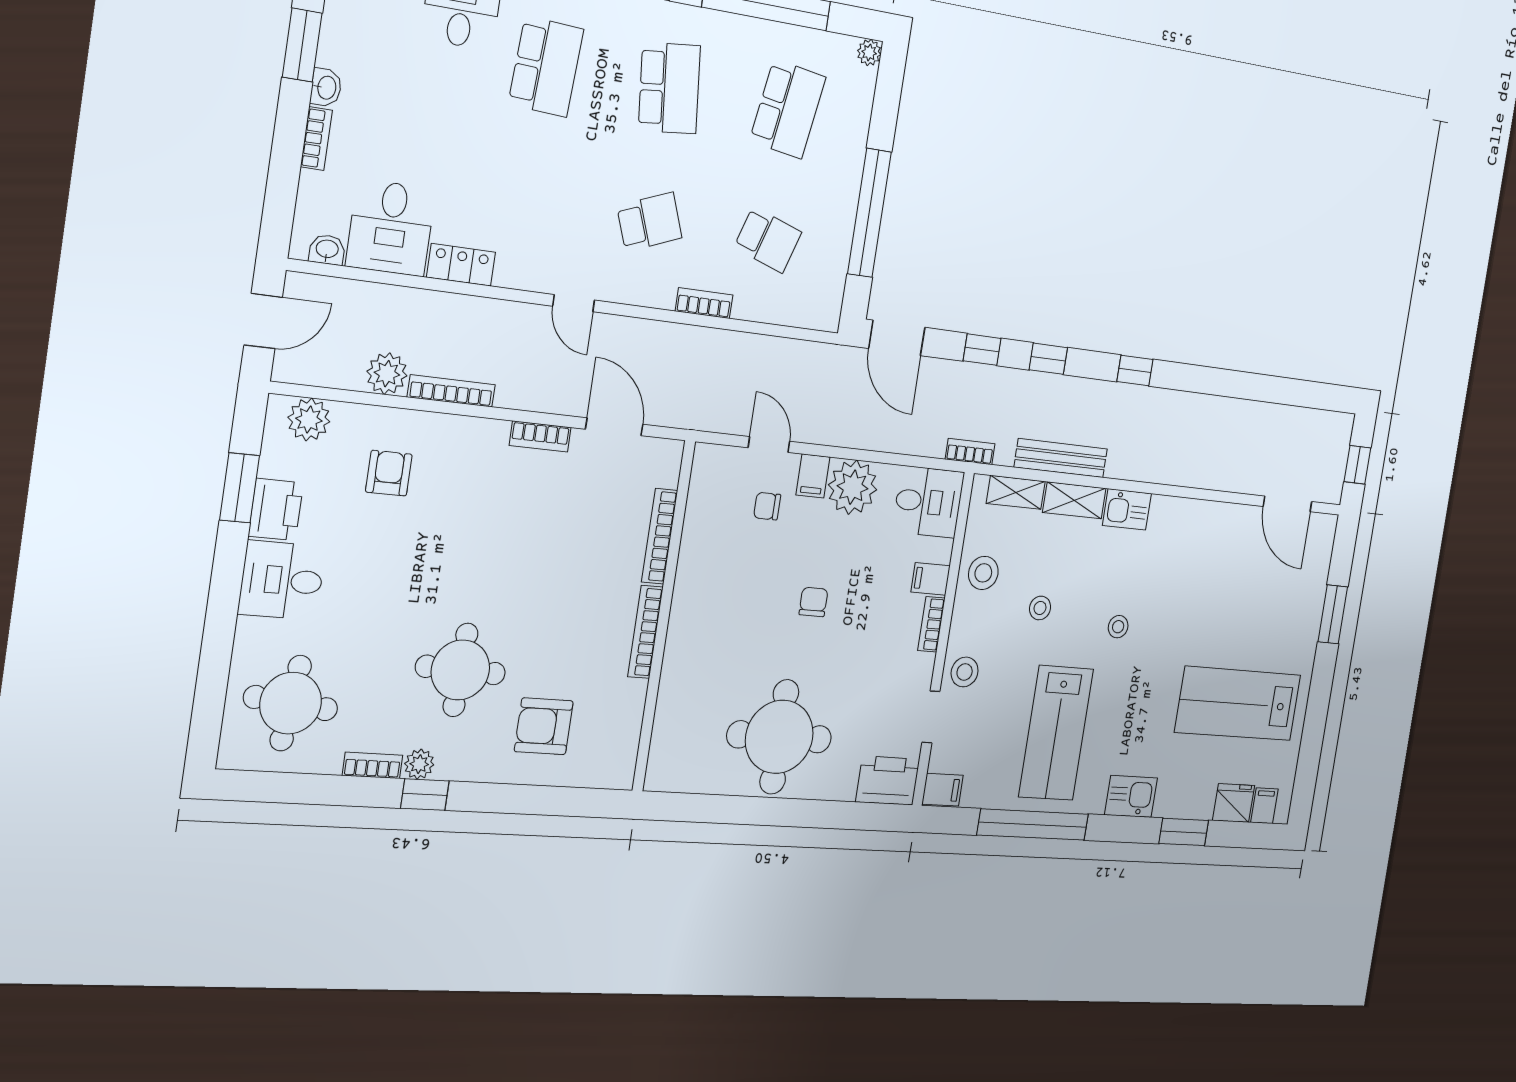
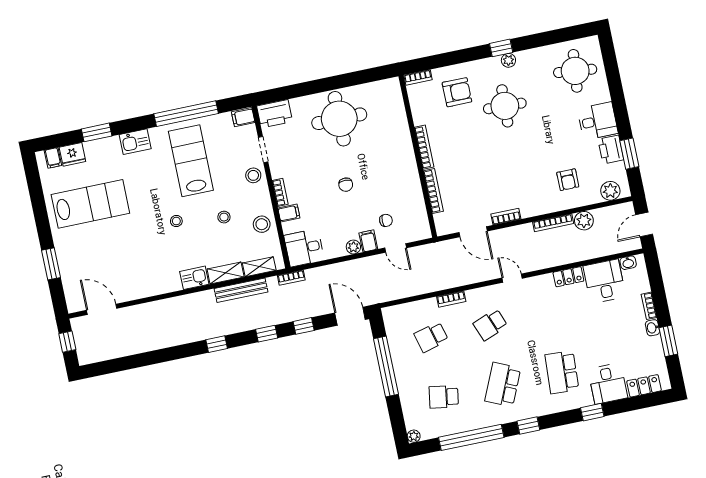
school desk: (669, 88) -> (503, 385), turned 30
school desk: (788, 109) -> (444, 397), width x0.54
school desk: (768, 240) -> (431, 337), turned -33
plant: (853, 487) -> (353, 247), width x0.53, depth x0.53
bookcase: (373, 765) -> (418, 78), moved

